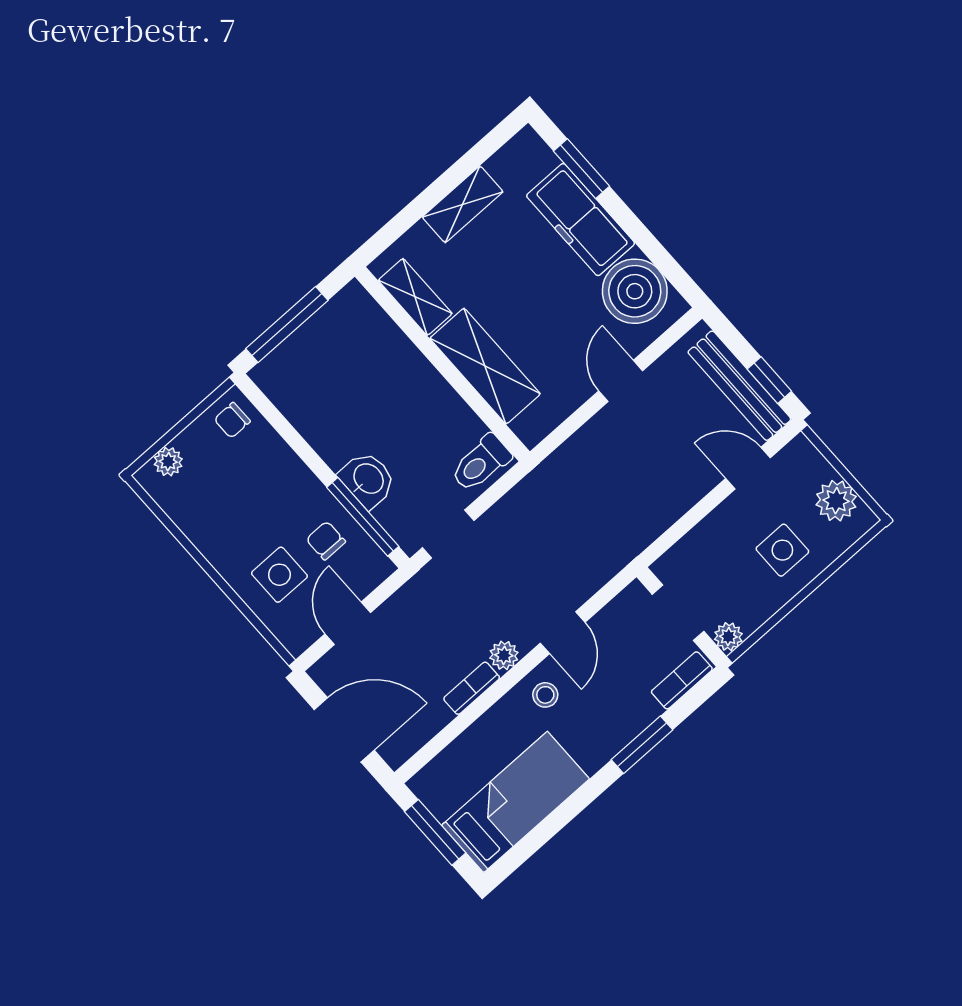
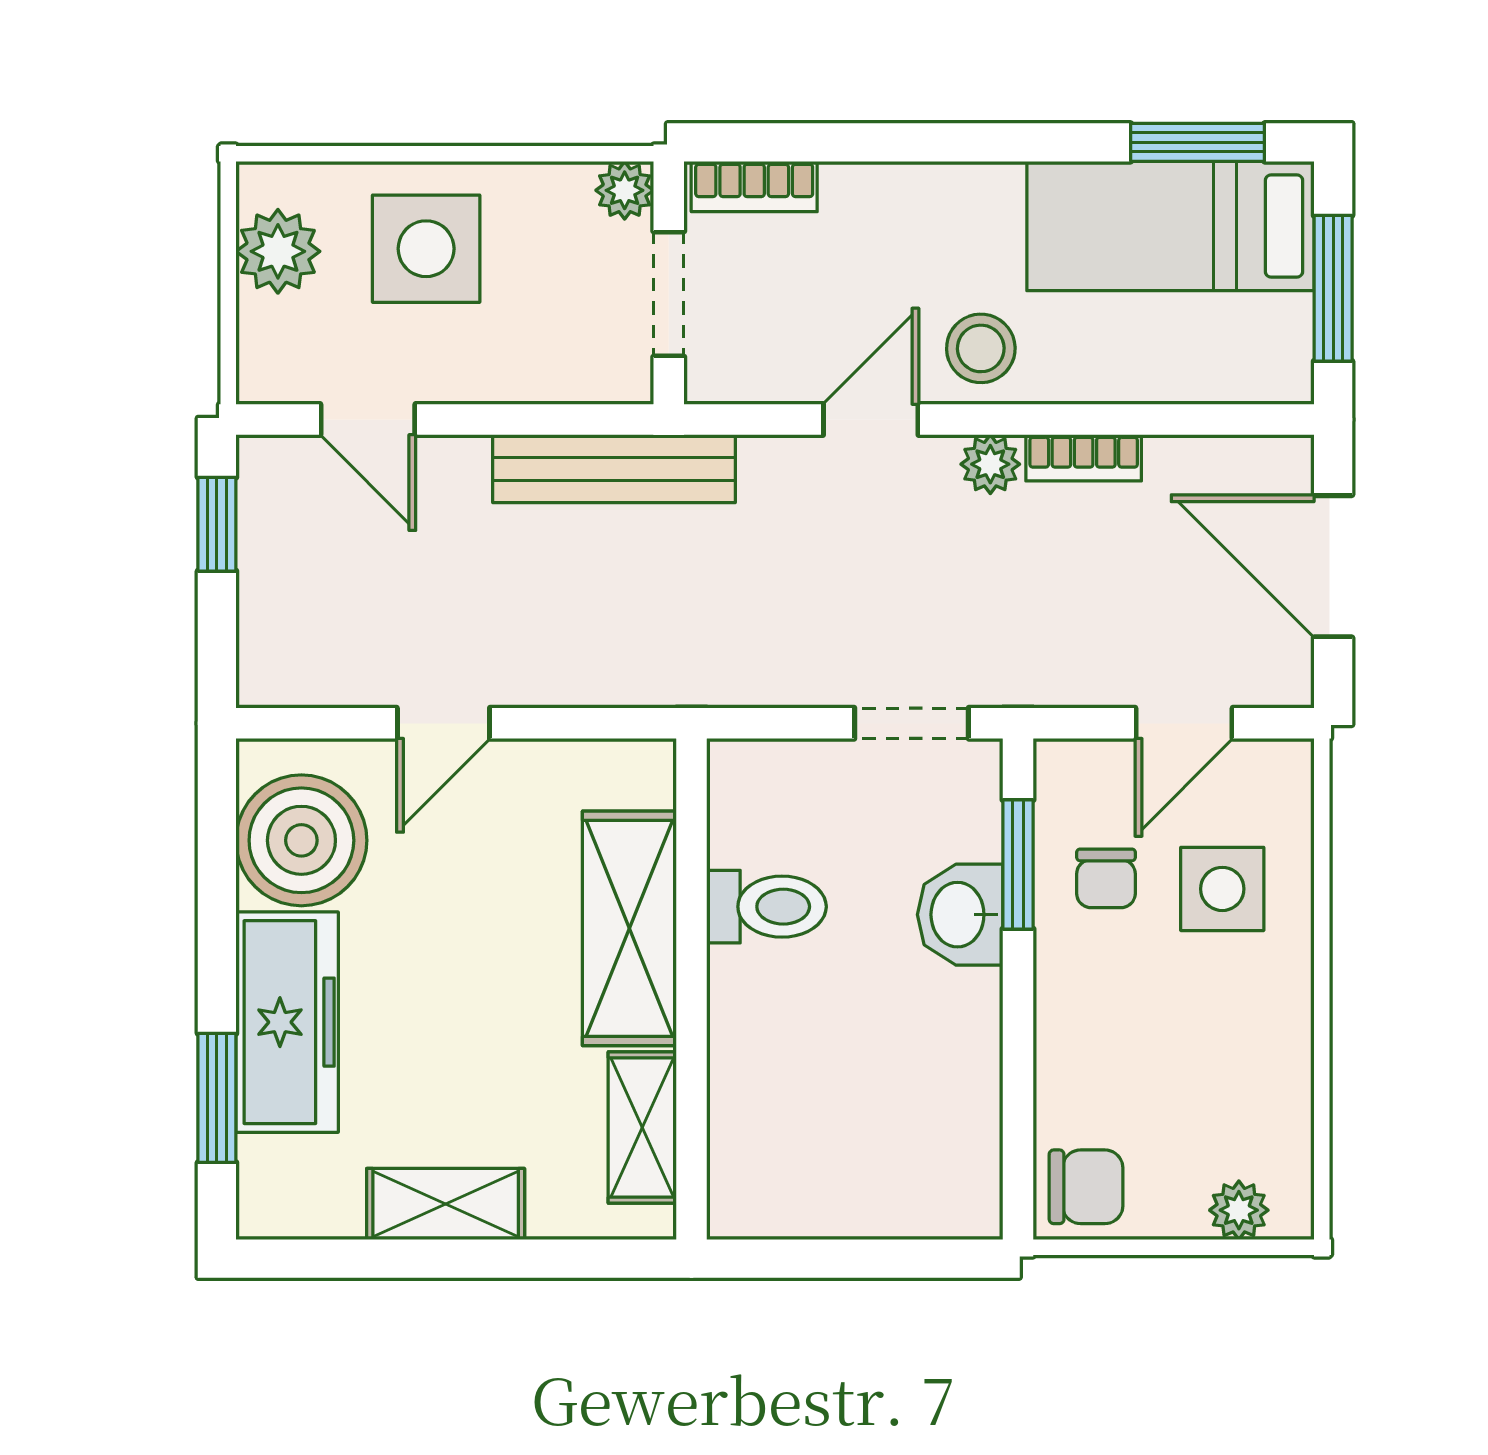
window: (287, 324) -> (874, 1259), removed
bench: (739, 386) -> (614, 469), moved, turned 90
chair: (232, 420) -> (1086, 1187), width x1.37, depth x1.37
toilet: (481, 463) -> (766, 907), moved
window: (363, 517) -> (1018, 864), width x0.69
side table: (782, 550) -> (426, 249), width x1.37, depth x1.37
stool: (545, 695) -> (981, 348), width x1.37, depth x1.37
window: (642, 745) -> (1198, 142), moved

